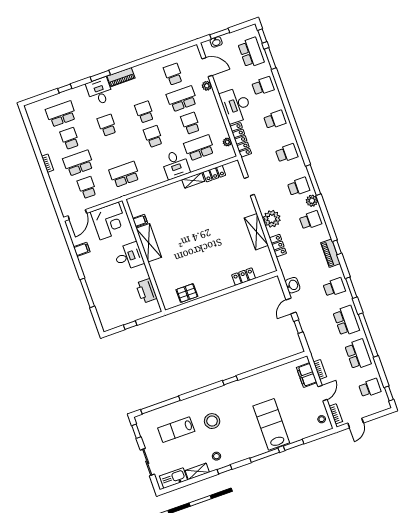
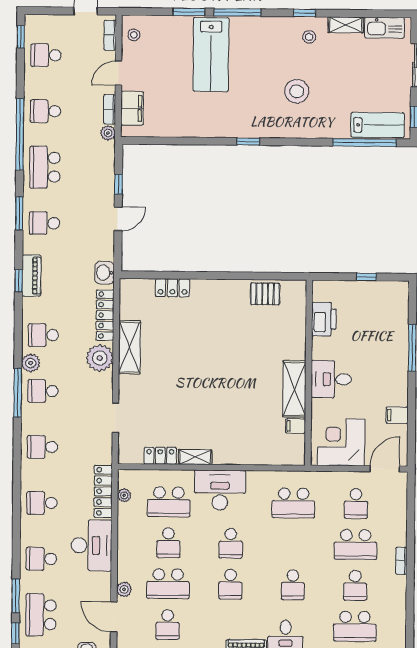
desk: (175, 165) -> (220, 490), width x1.37
locker: (278, 246) -> (105, 315), width x1.53
washbasin: (293, 285) -> (104, 273), moved
school desk: (358, 354) -> (45, 111), width x0.54
plant: (316, 355) -> (108, 133), added
lab bench: (176, 430) -> (378, 125), moved

